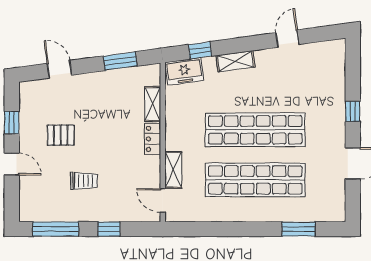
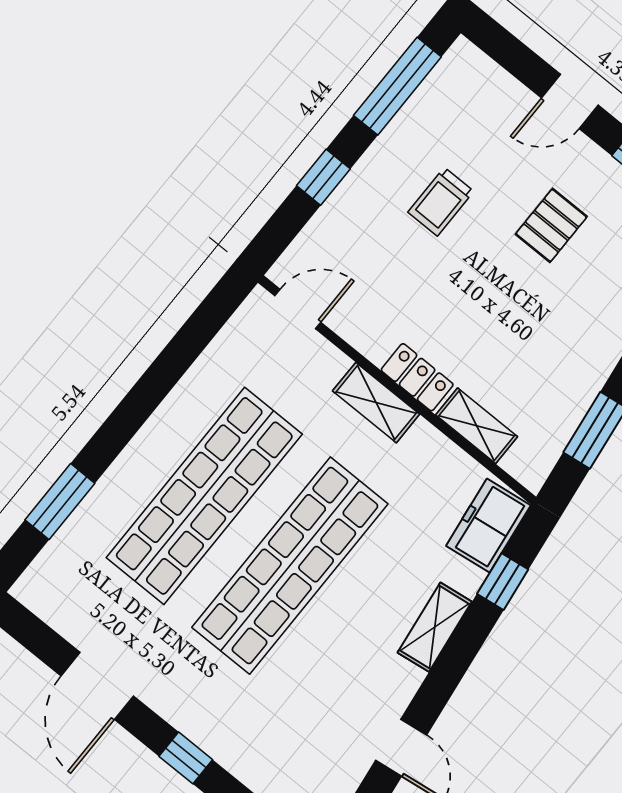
shelving: (173, 170) -> (376, 403), moved

